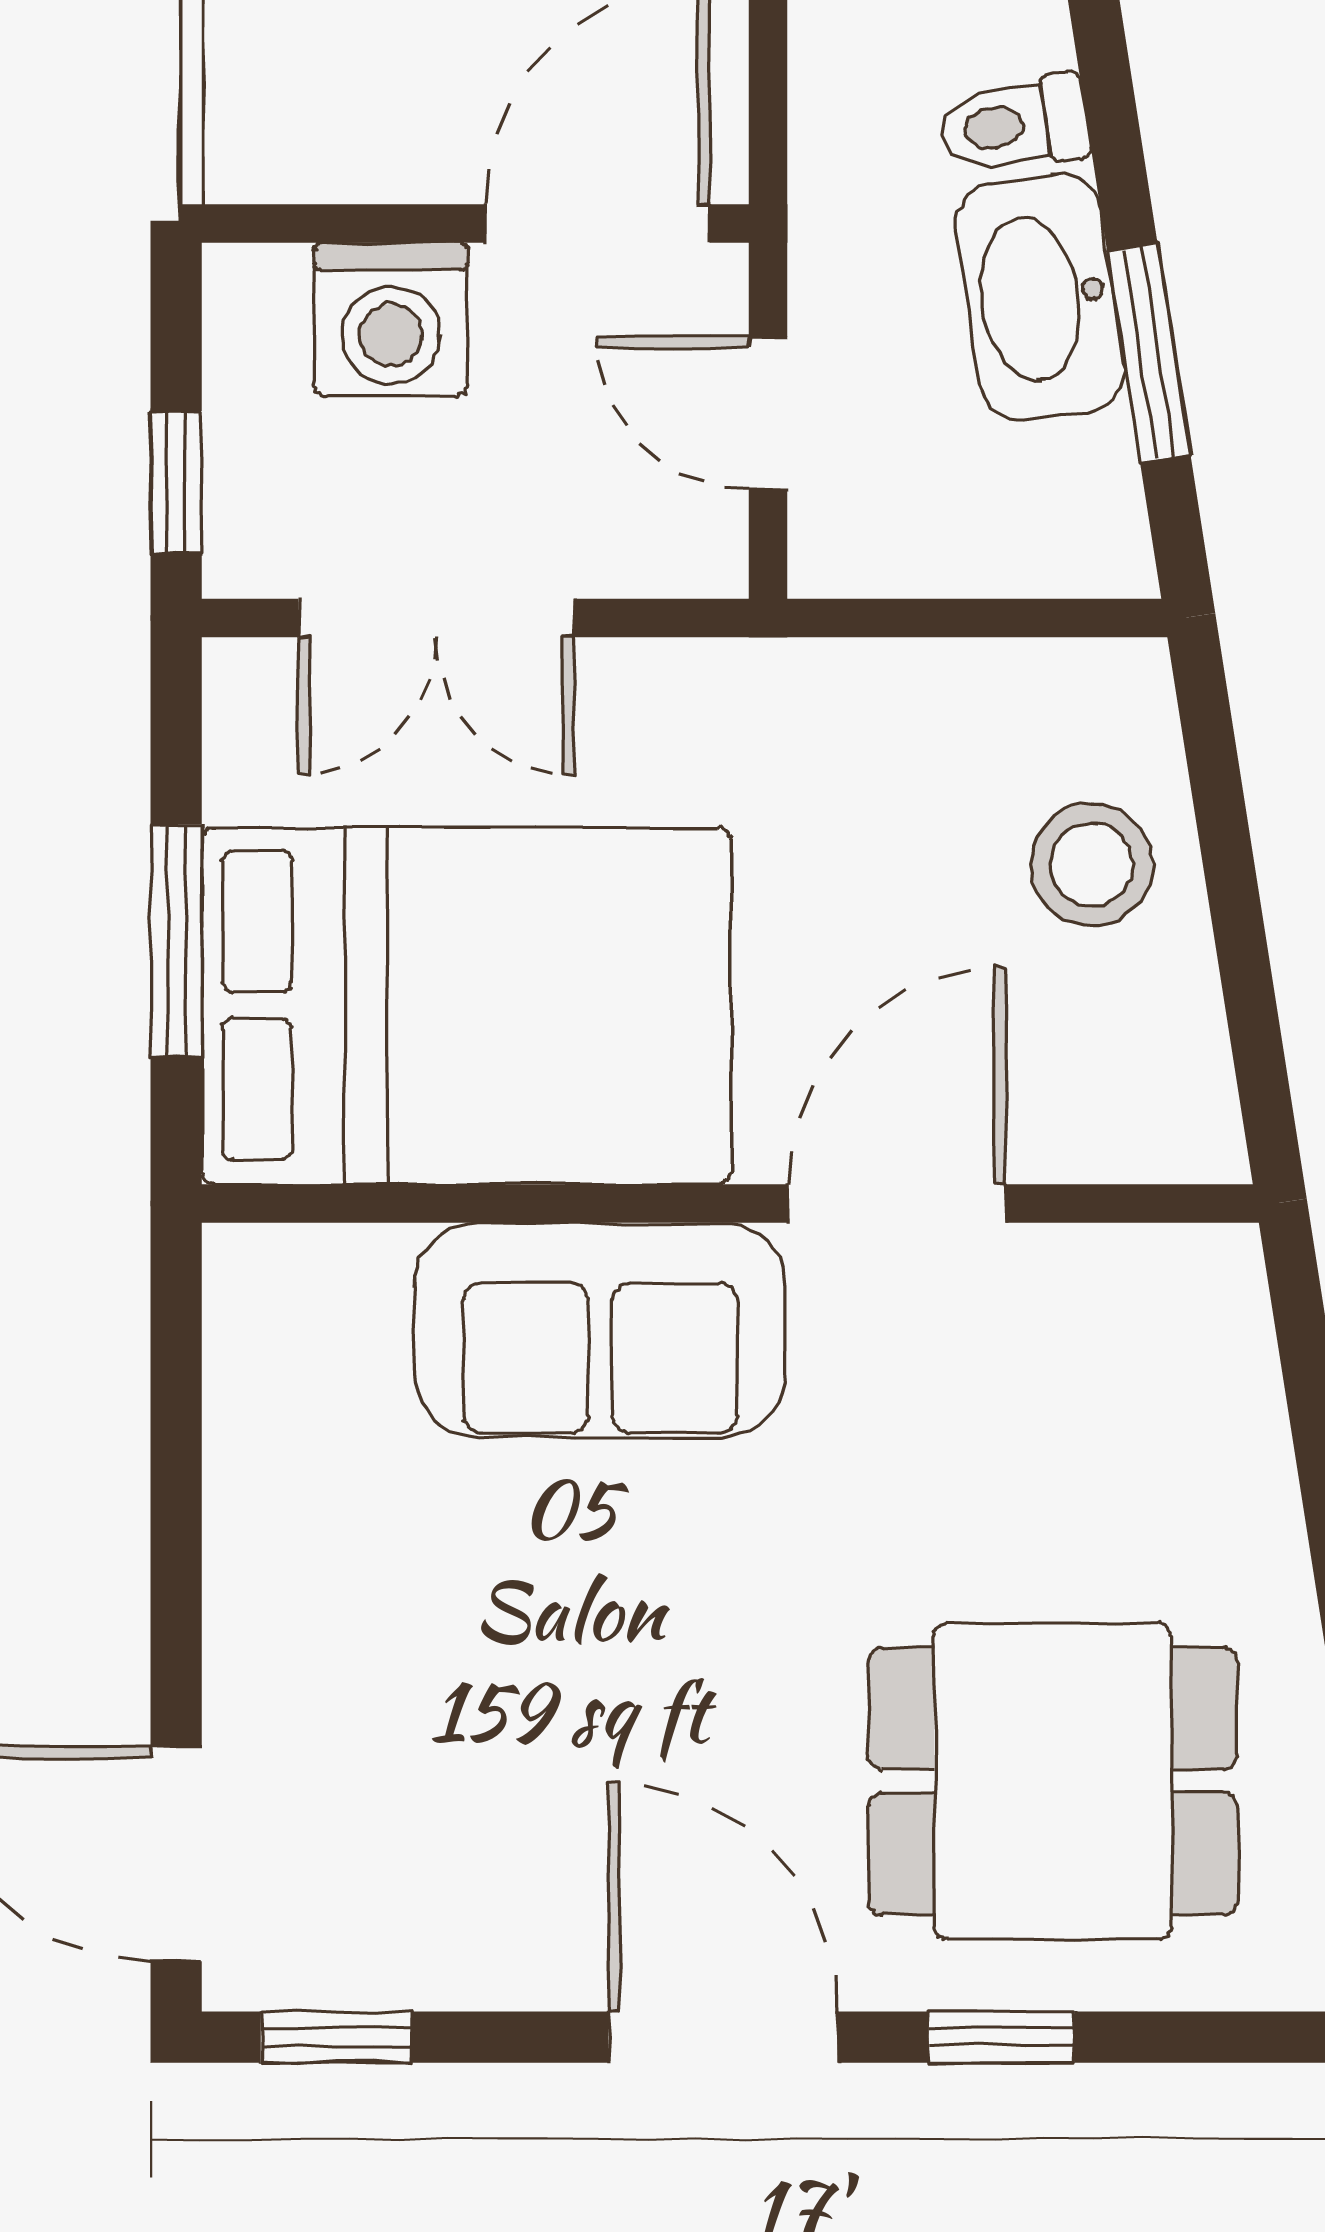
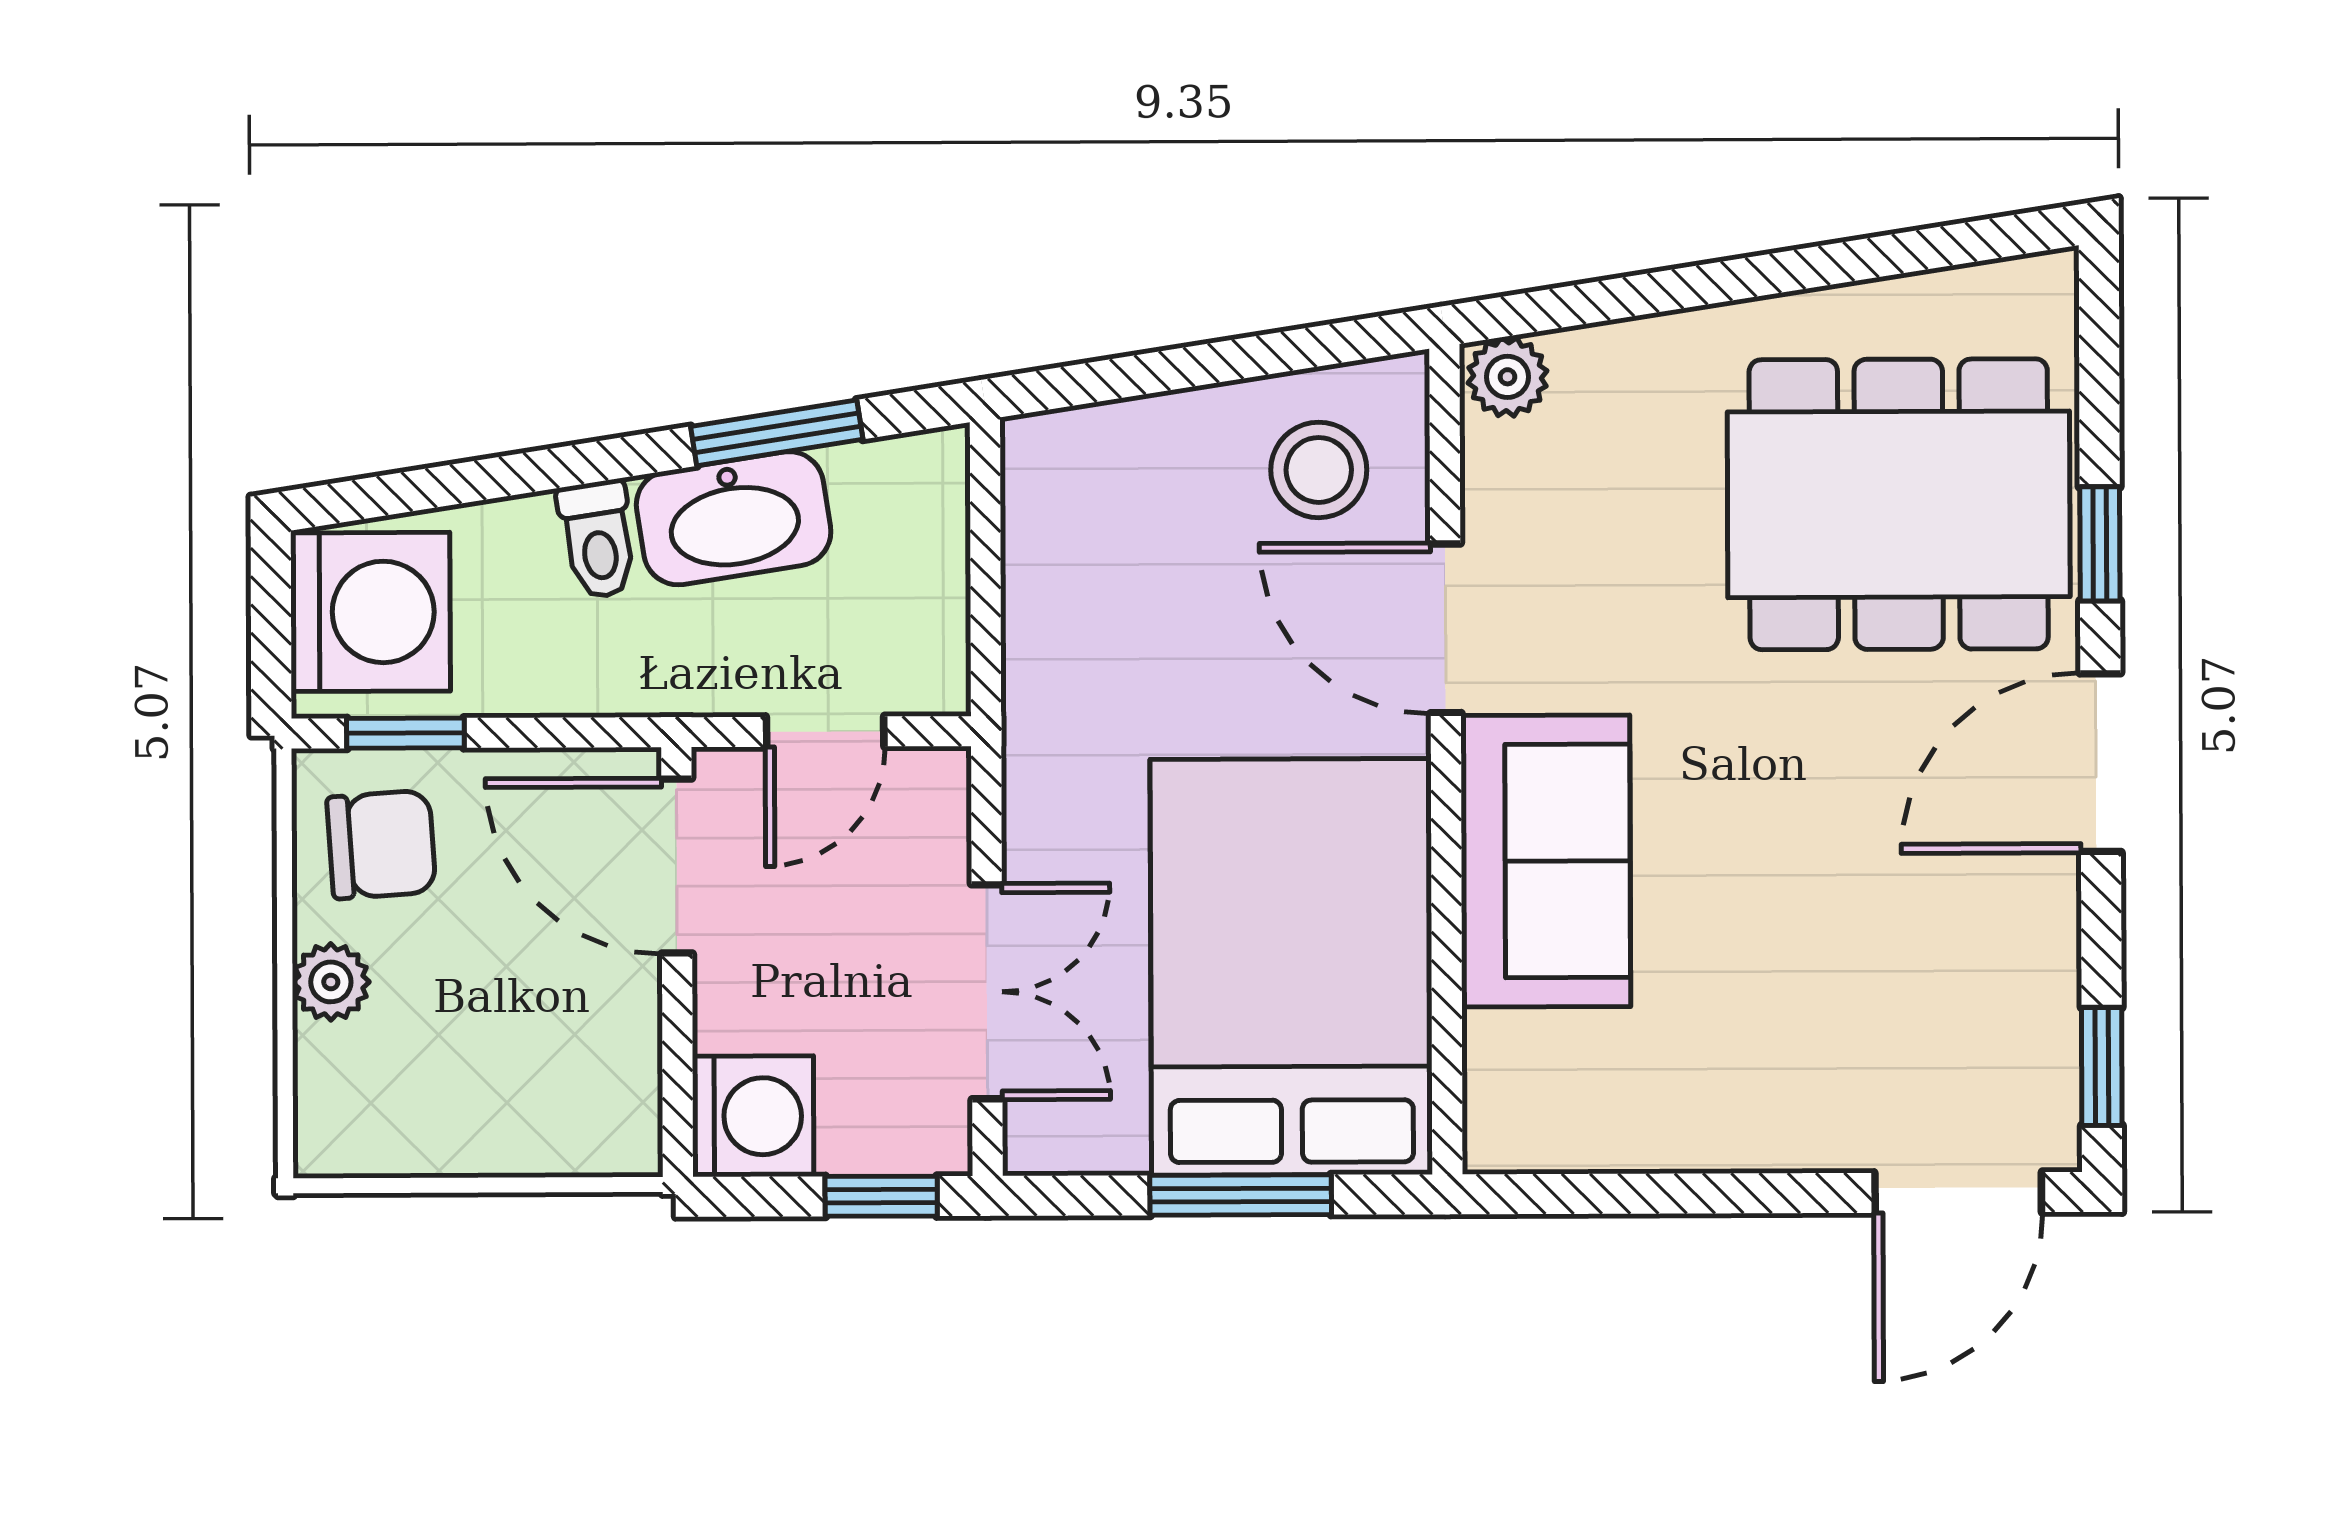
washing machine: (391, 320) -> (753, 1116), moved
stool: (1092, 864) -> (1319, 470), moved
plant: (1217, 1284) -> (1508, 377), added
dining table: (1053, 1781) -> (1899, 504), width x1.37

